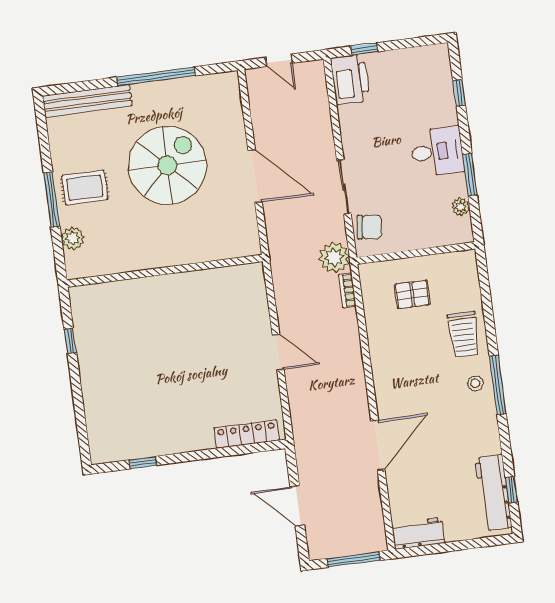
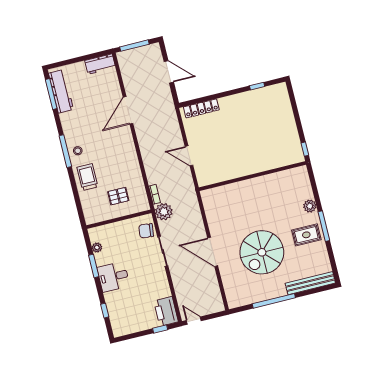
door: (279, 60) -> (194, 321), moved
wall: (165, 271) -> (252, 176), moved
window: (511, 490) -> (51, 94), width x2.17

